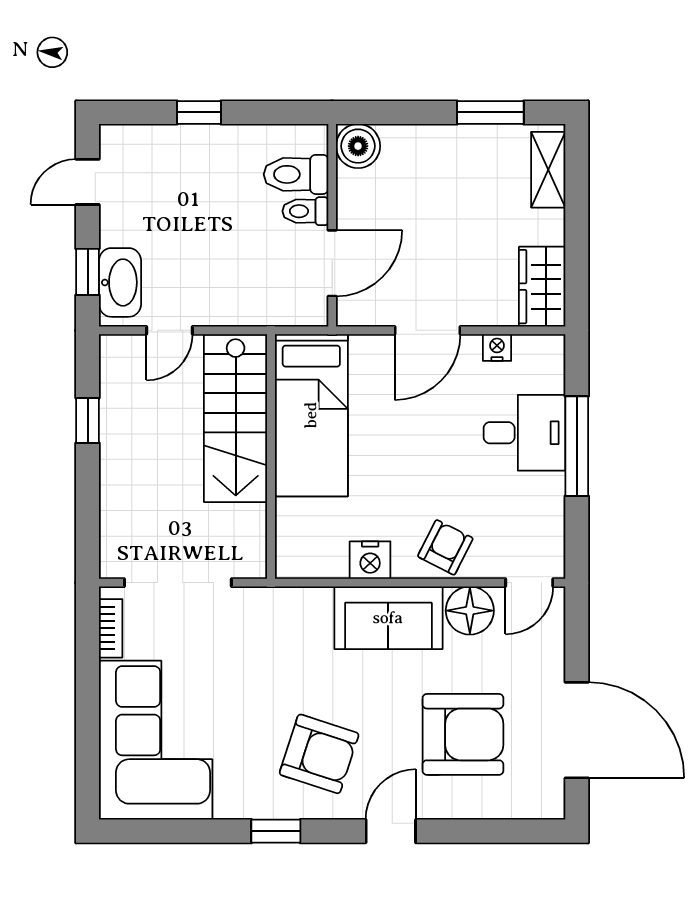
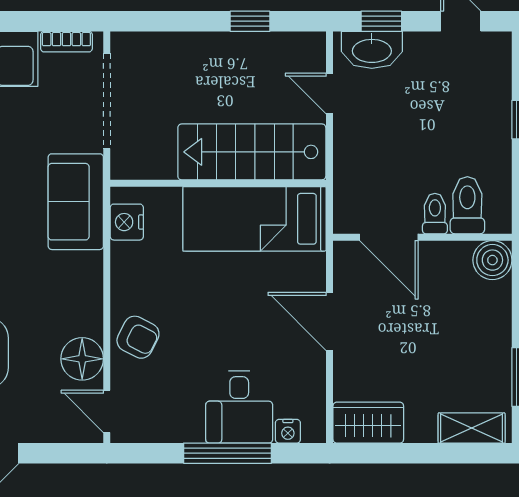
nightstand: (497, 348) -> (288, 431), moved, turned 90
nightstand: (370, 560) -> (127, 222), moved
sofa: (388, 618) -> (76, 202), moved

